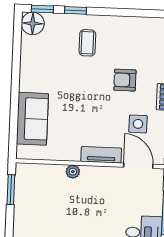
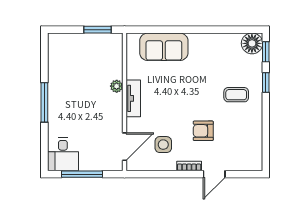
armchair: (125, 80) -> (203, 131), turned -90
tv unit: (101, 155) -> (133, 98), moved

